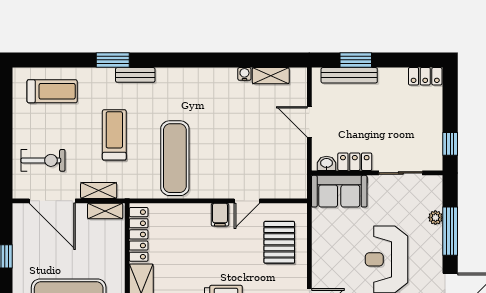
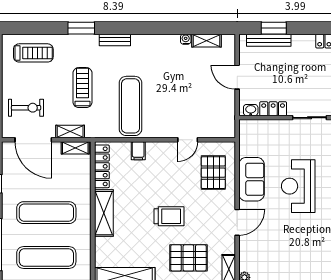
bench: (135, 75) -> (115, 40), moved
sofa: (339, 191) -> (252, 179), moved, turned -90
filing cabinet: (220, 215) -> (138, 151), moved

